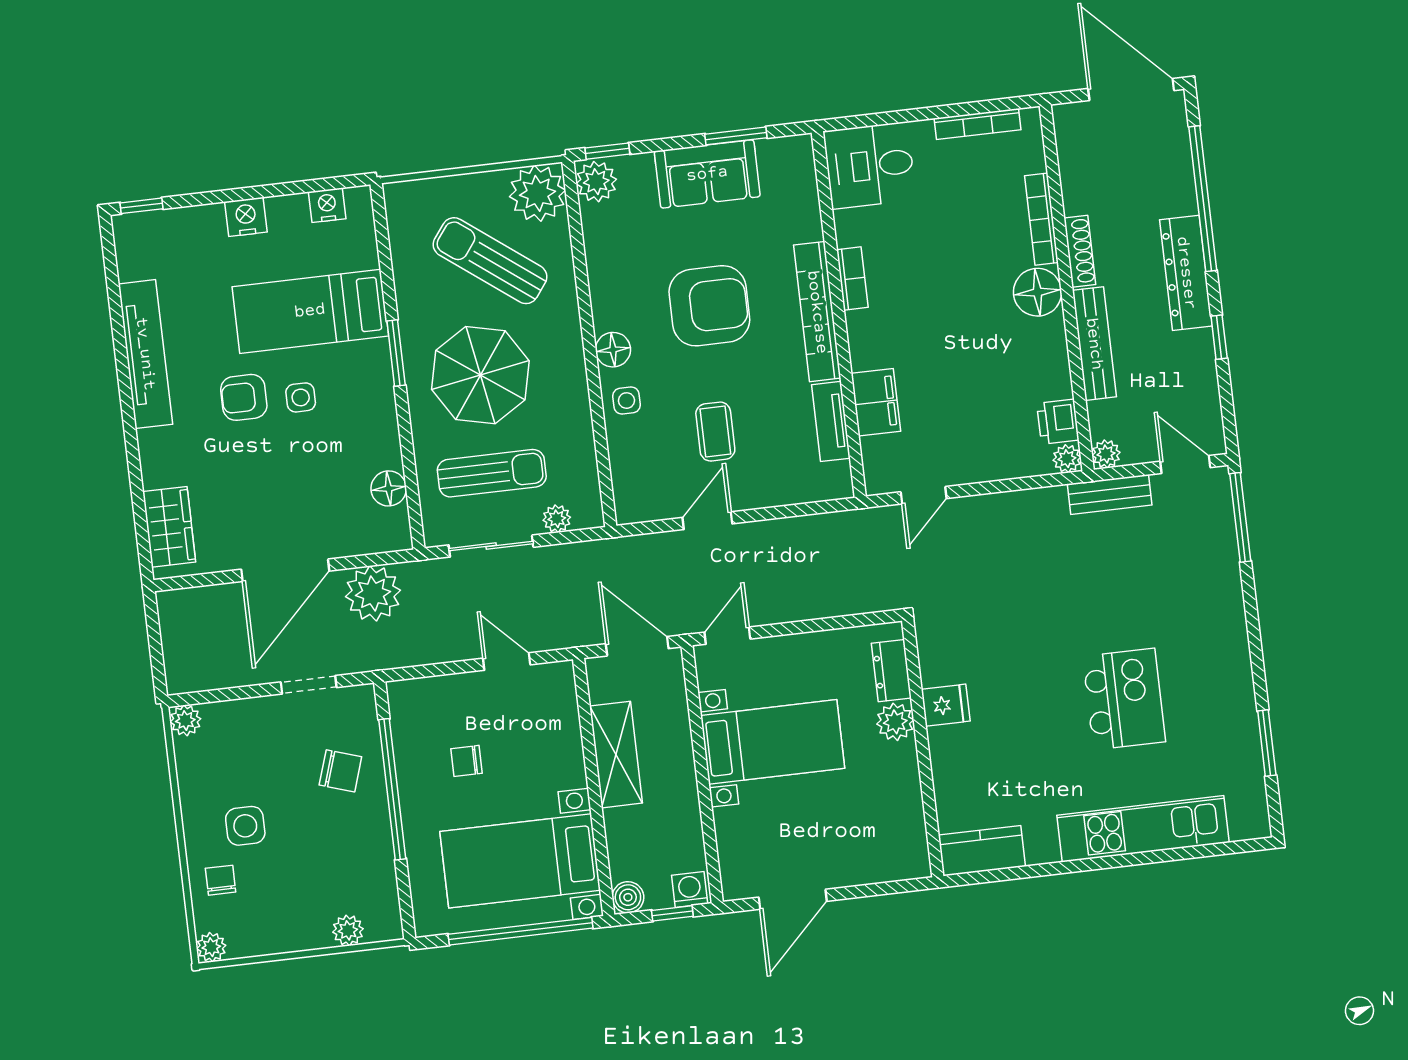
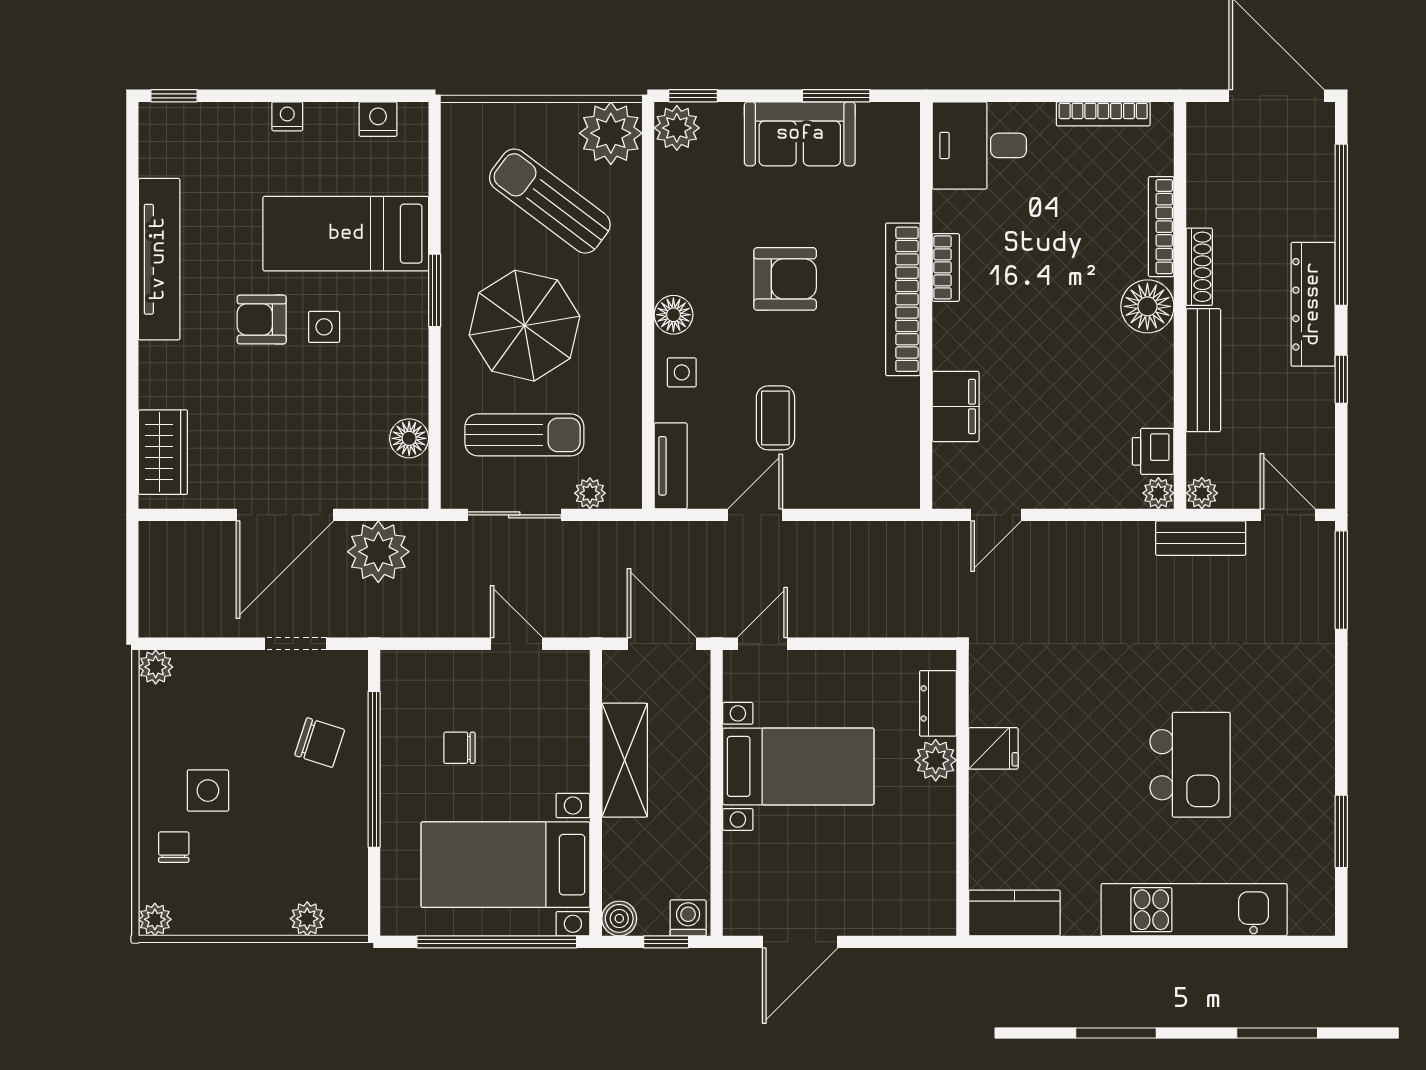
nightstand: (246, 217) -> (287, 116), width x0.72, depth x0.74
armchair: (709, 306) -> (785, 279), width x0.73, depth x0.73
tv unit: (831, 421) -> (671, 466), moved, turned 180

